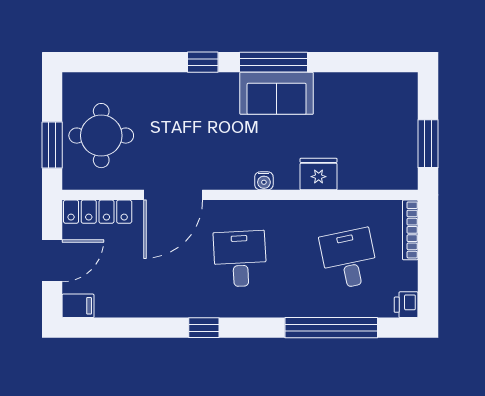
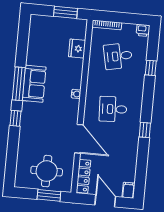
fridge: (319, 174) -> (77, 49), moved
window: (331, 328) -> (151, 68), width x0.32

